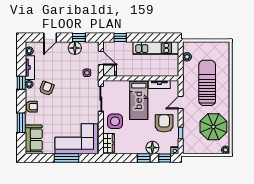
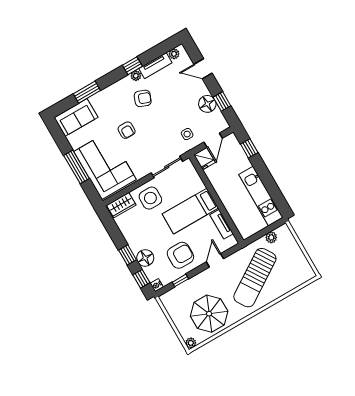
sun lounger: (207, 83) -> (255, 278), turned 147
door: (181, 103) -> (215, 260), hinge flipped
armchair: (32, 107) -> (127, 130), moved

